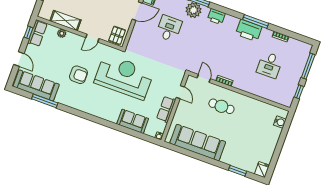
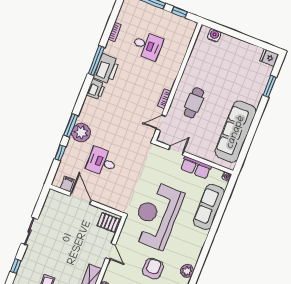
printer: (216, 17) -> (96, 89), moved
plant: (77, 104) -> (187, 271), added
sofa: (133, 121) -> (209, 207), width x1.36

